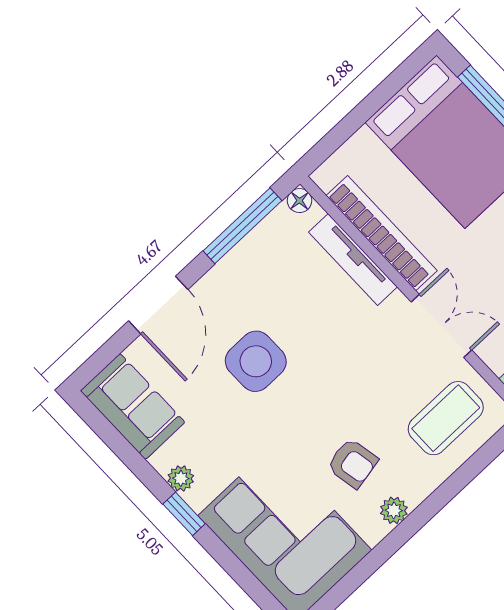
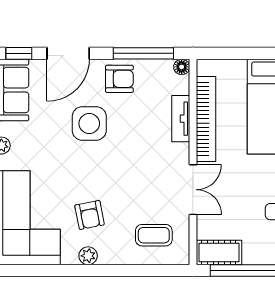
tv unit: (353, 260) -> (181, 119), width x0.71
armchair: (242, 279) -> (119, 79), added
window: (103, 357) -> (19, 53), added
coffee table: (446, 418) -> (154, 235), width x0.73, depth x0.77

